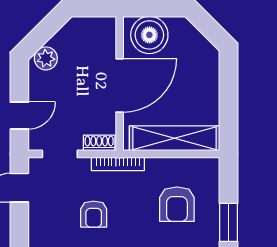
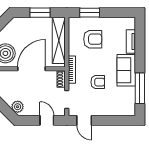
door: (120, 85) -> (31, 69), hinge flipped
window: (229, 102) -> (40, 13), added
window: (229, 222) -> (90, 13), moved

